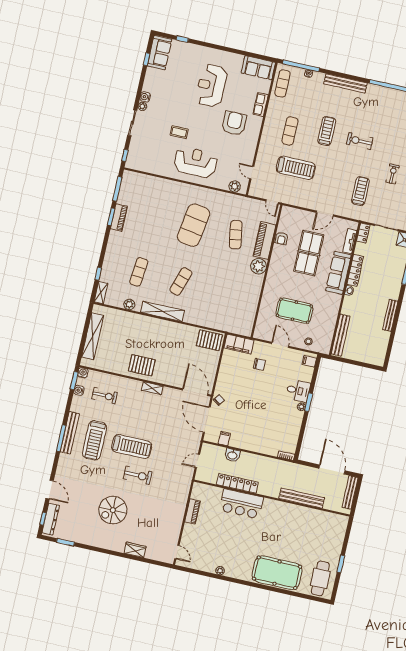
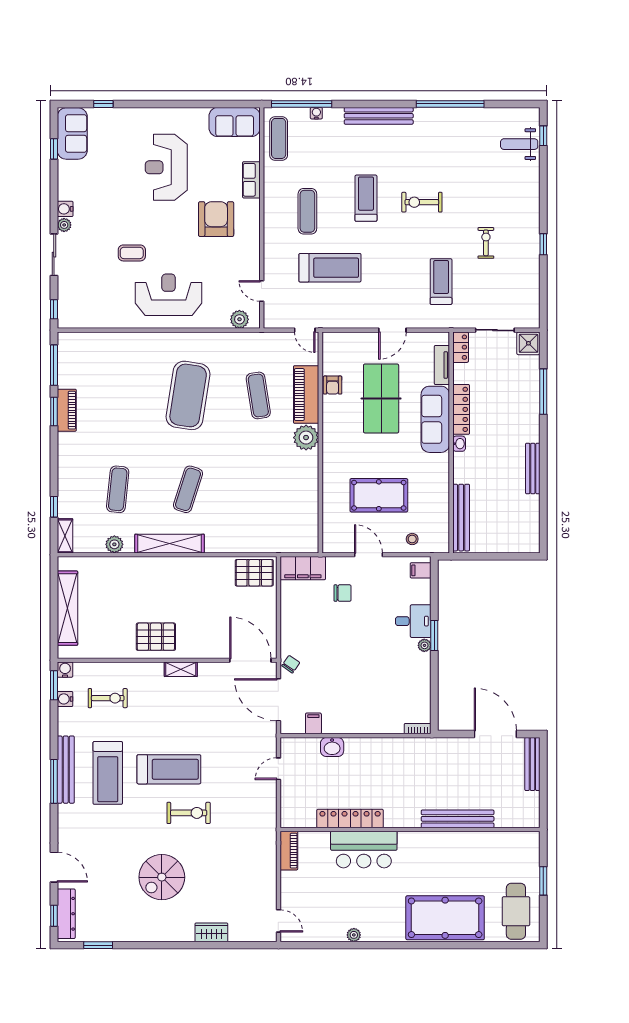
locker: (237, 483) -> (350, 818), moved
wall: (272, 498) -> (410, 830), moved
bench: (302, 498) -> (458, 819), moved
bar counter: (241, 504) -> (364, 850), moved

